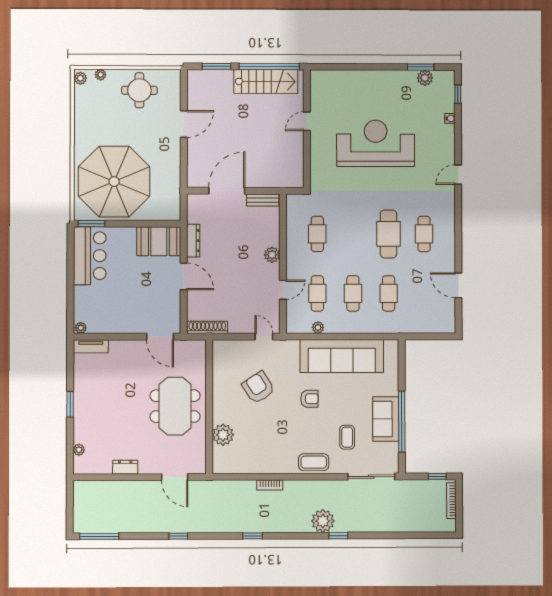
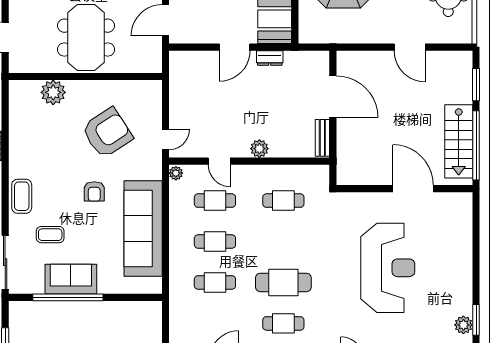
door: (307, 121) -> (413, 189), width x1.88
dresser: (193, 241) -> (270, 58), width x0.70
shoe rack: (207, 327) -> (176, 74), removed
plant: (318, 327) -> (176, 173), moved
armchair: (258, 387) -> (107, 133), width x1.36, depth x1.36
meeting table: (175, 406) -> (86, 38), turned 90

